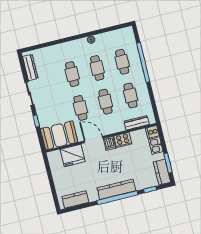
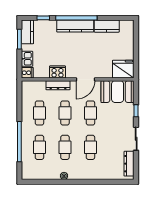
dresser: (137, 123) -> (58, 85), moved
door: (94, 140) -> (85, 79), hinge flipped
dishwasher: (110, 143) -> (71, 72), removed
fridge: (73, 155) -> (123, 69), moved
kitchen counter: (75, 199) -> (107, 26), moved

